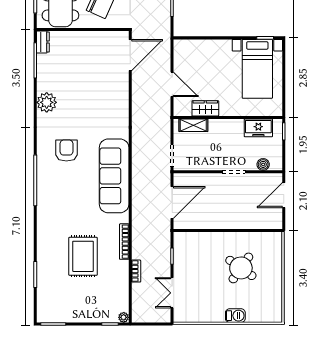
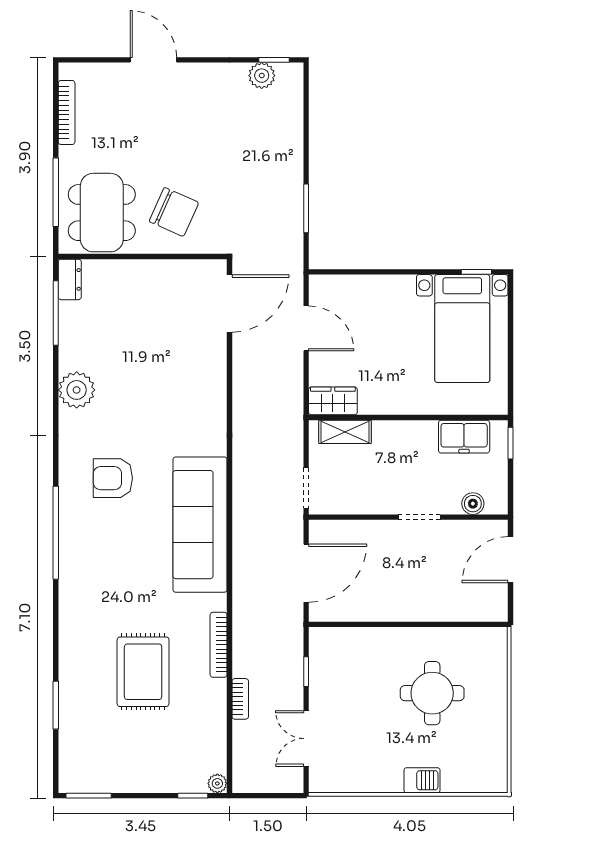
door: (172, 84) -> (306, 328), moved
wardrobe: (205, 108) -> (333, 401), moved
armchair: (66, 151) -> (113, 478), turned -90
round table: (241, 268) -> (432, 693), turned -35

